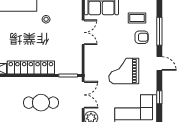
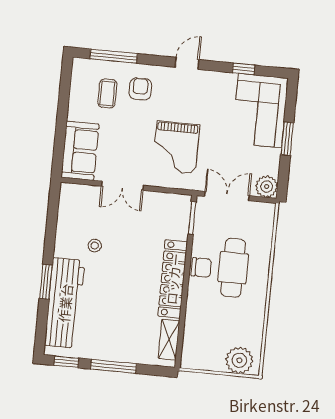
window: (159, 31) -> (114, 56), moved
double door: (83, 32) -> (122, 186), swing flipped
grand piano: (124, 71) -> (176, 148), moved
chair: (39, 84) -> (201, 267), added

